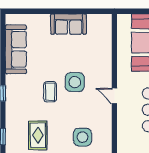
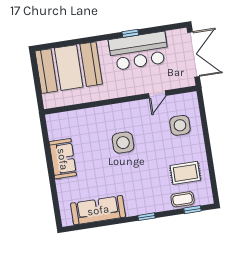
coffee table: (50, 92) -> (183, 199), moved
door: (114, 96) -> (157, 94), moved

